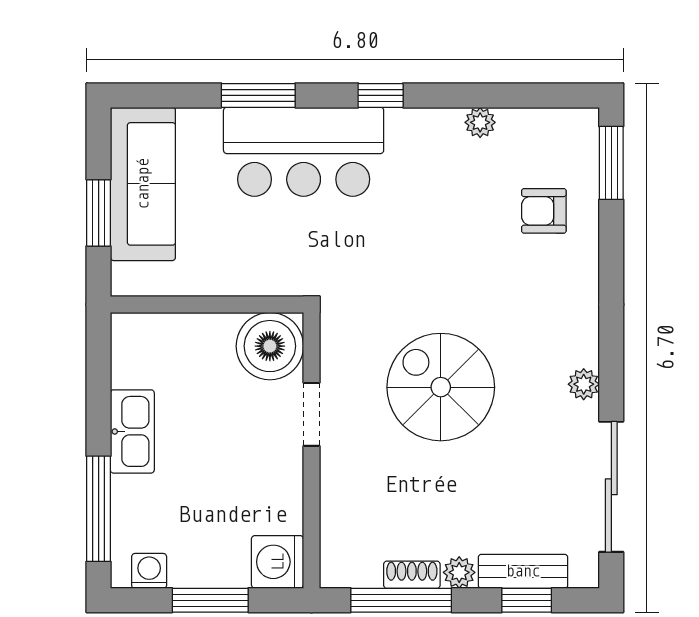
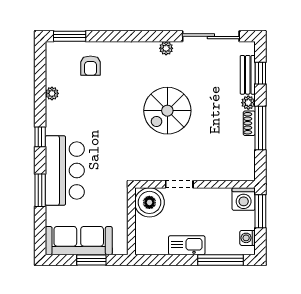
boiler: (270, 346) -> (149, 202), moved
doorway: (312, 414) -> (179, 184), moved
wall: (312, 450) -> (195, 184), moved
washing machine: (278, 562) -> (244, 199), moved

